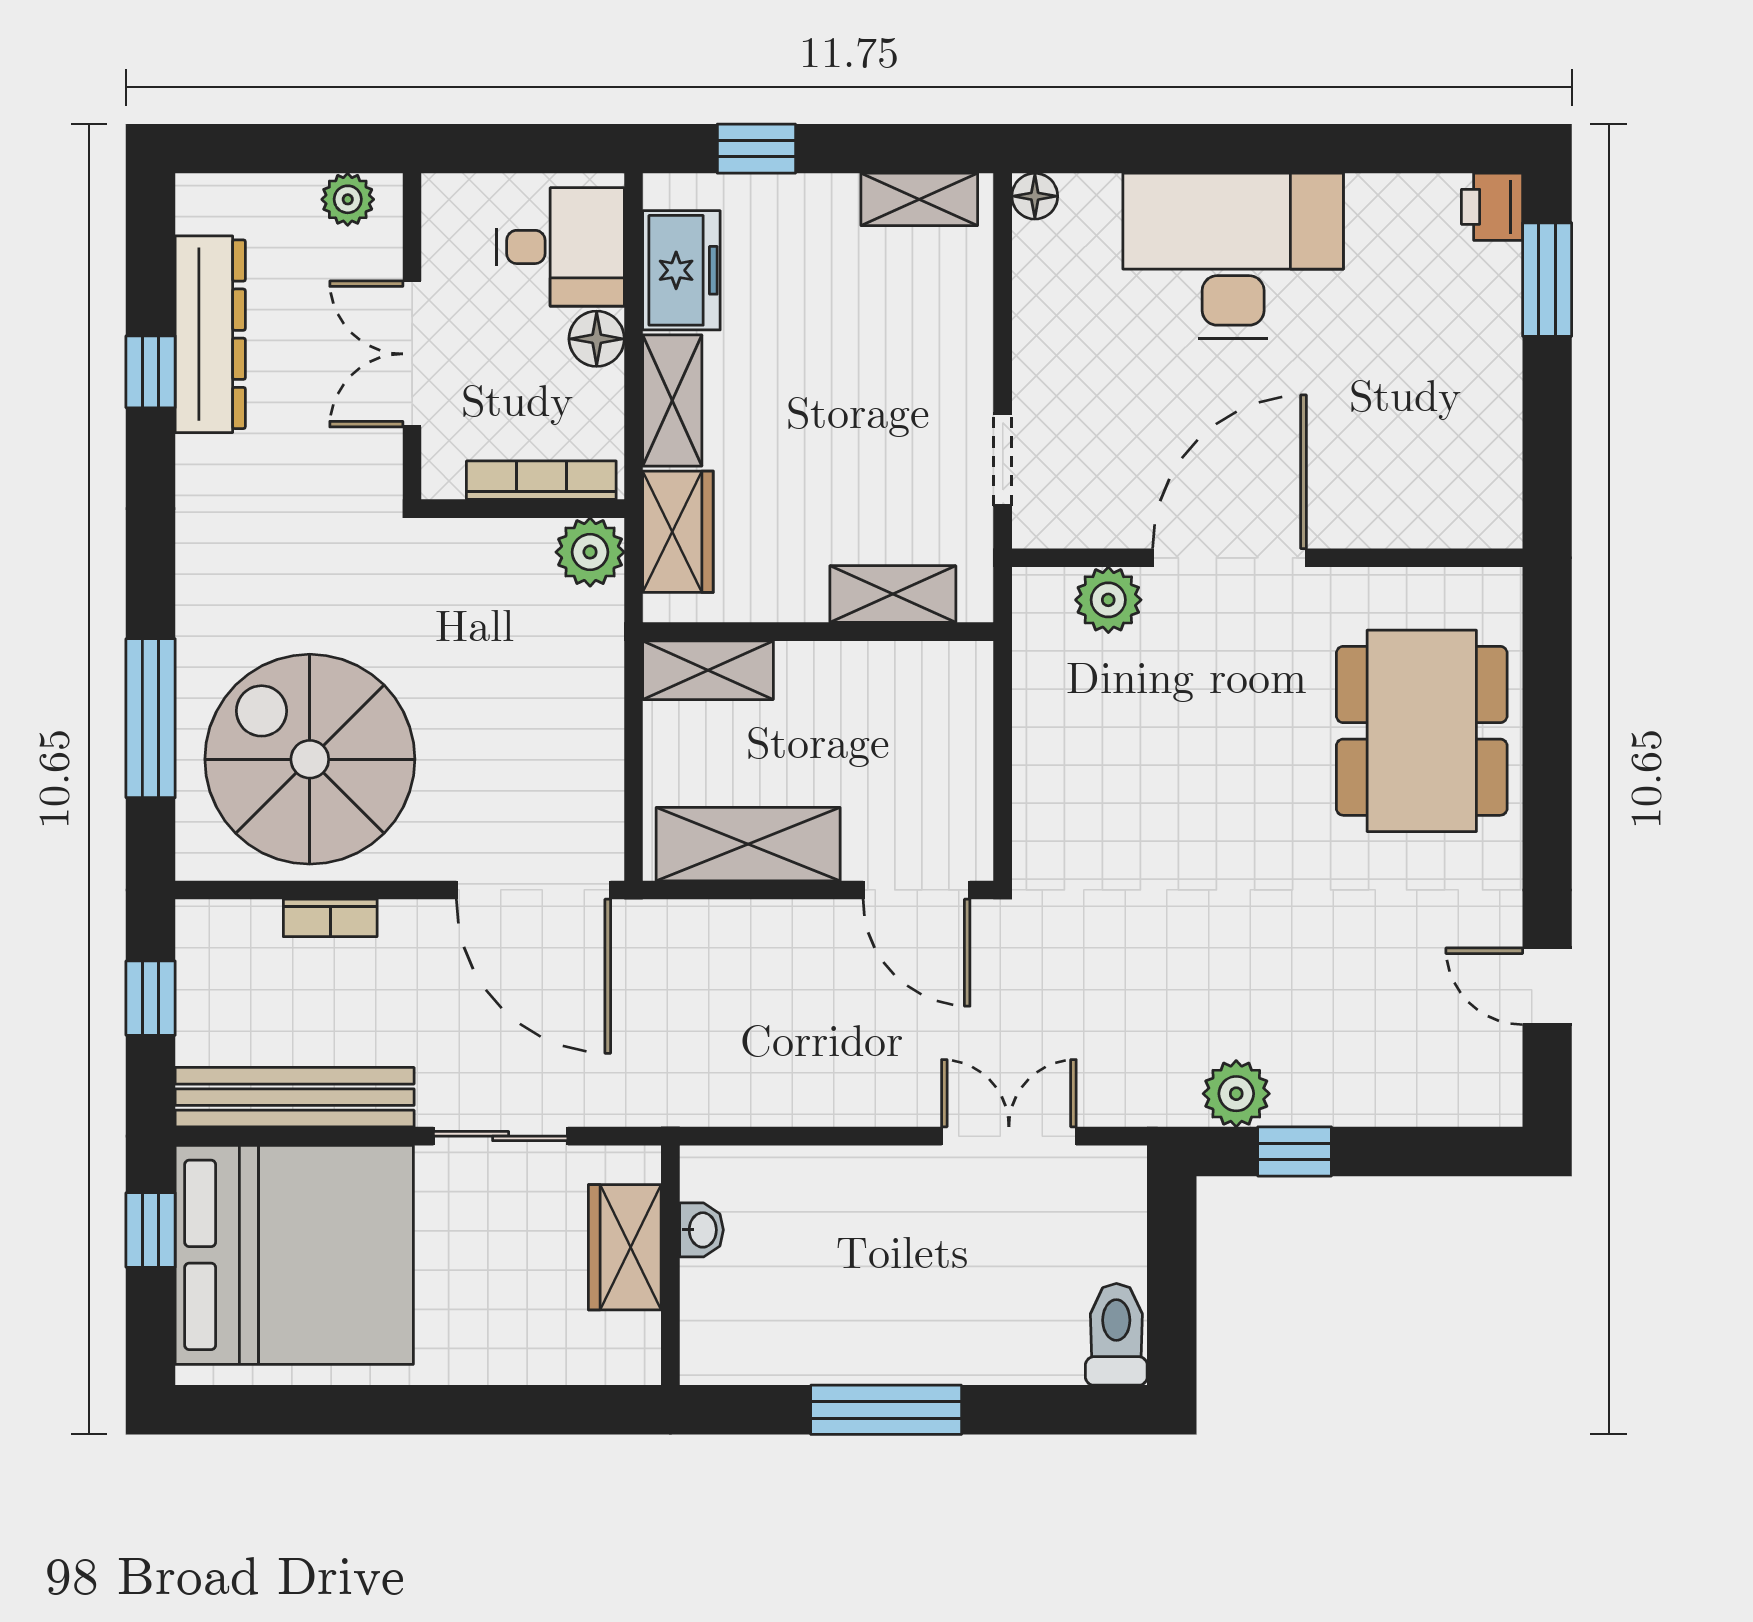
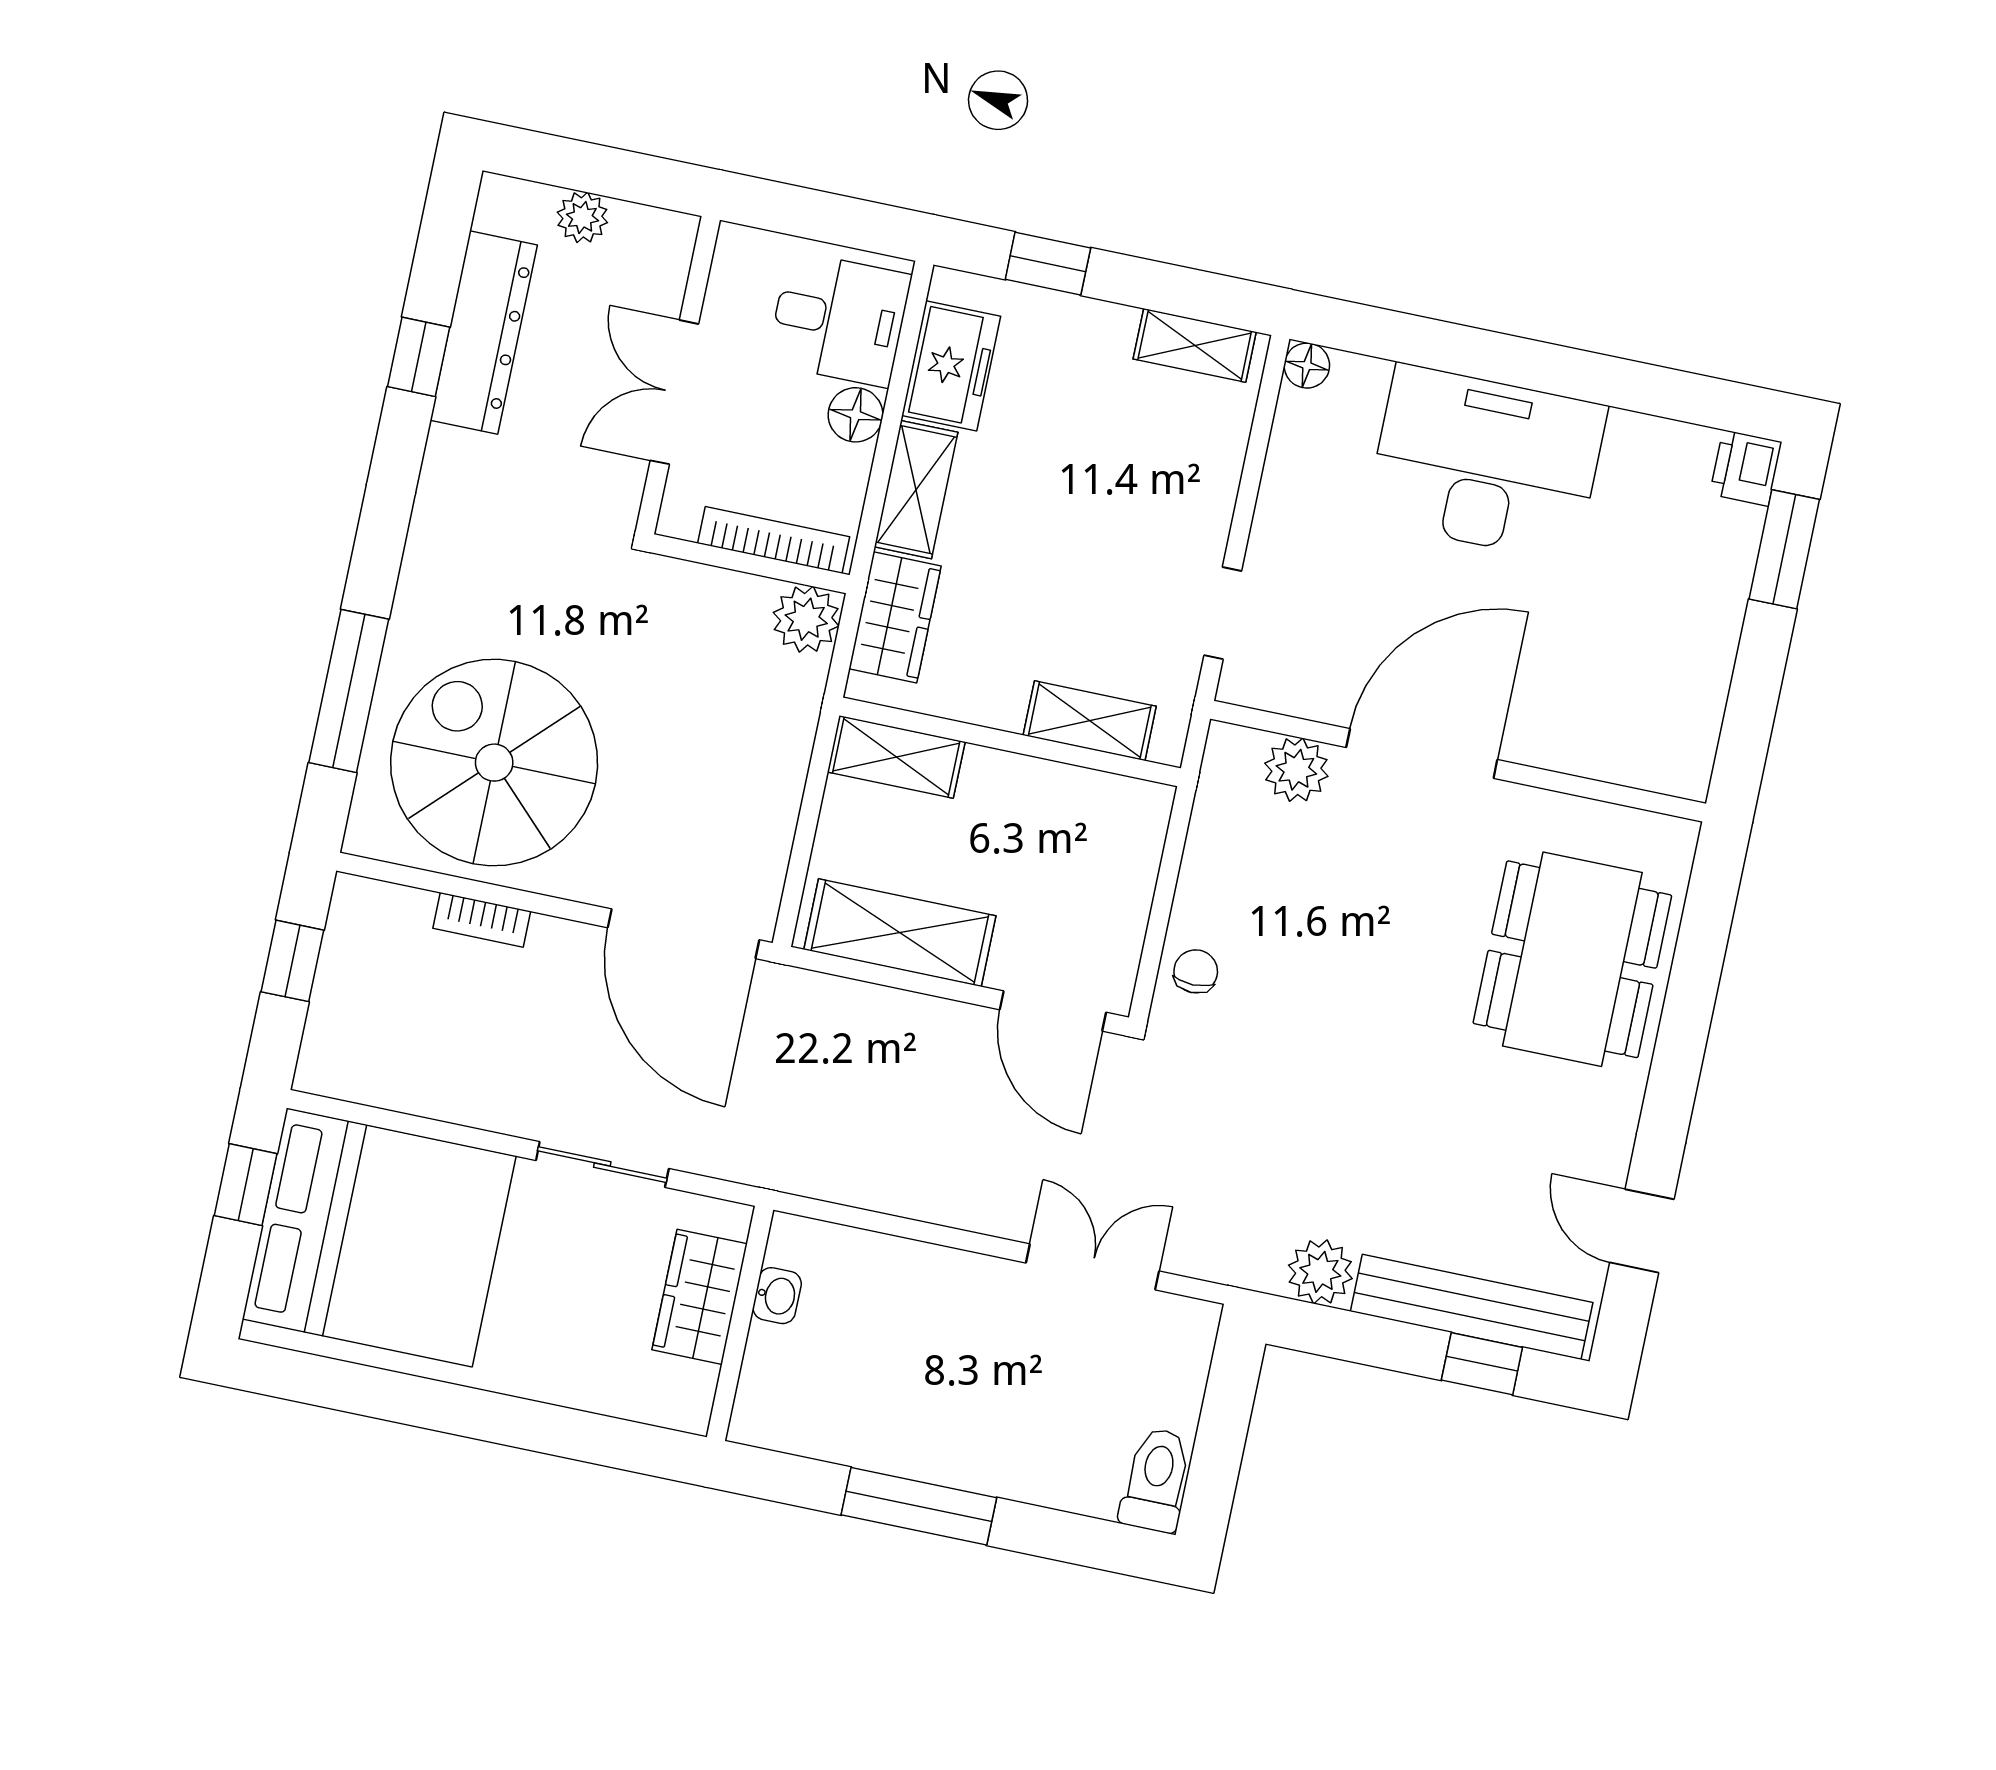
plant: (348, 199) -> (582, 217), moved
chair: (1050, 821) -> (1196, 971), added
bench: (295, 1097) -> (1472, 1307), moved
window: (1295, 1151) -> (1482, 1364), moved

